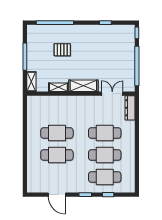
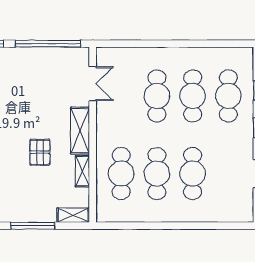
pallet: (62, 50) -> (40, 152), moved
double door: (112, 94) -> (93, 84), swing flipped
dresser: (130, 108) -> (116, 55), removed
cafe table: (57, 111) -> (121, 174), added

